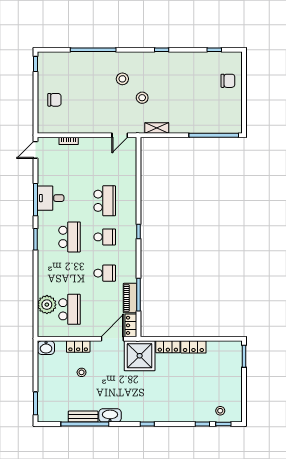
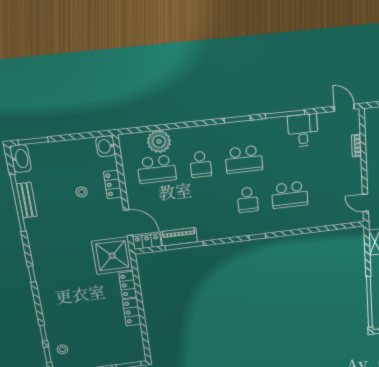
desk: (51, 198) -> (303, 130), moved
school desk: (105, 273) -> (201, 164), moved
washbasin: (110, 415) -> (21, 159), moved

